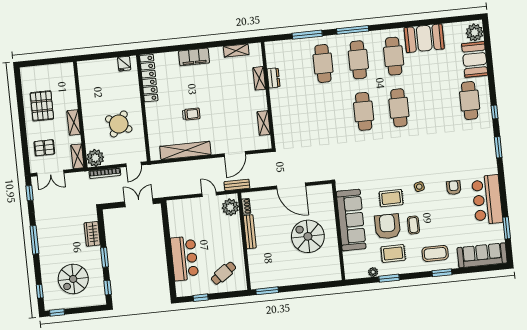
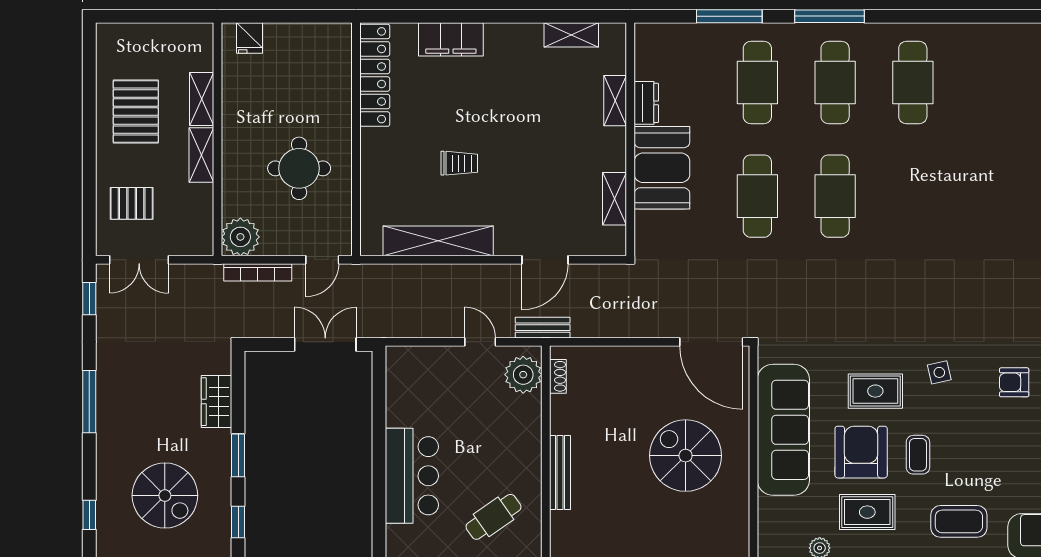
booth: (424, 38) -> (662, 168), moved, turned 90
filing cabinet: (194, 57) -> (451, 39), moved
fridge: (124, 64) -> (249, 38), moved
cafe table: (399, 108) -> (757, 196), moved
round table: (119, 124) -> (299, 168), turned -33
shelving: (77, 156) -> (202, 99), moved
door: (291, 186) -> (711, 342), moved
armchair: (454, 188) -> (1014, 382), turned -90
bench: (250, 232) -> (560, 473), moved
spiral stairs: (73, 279) -> (165, 496), turned -90

